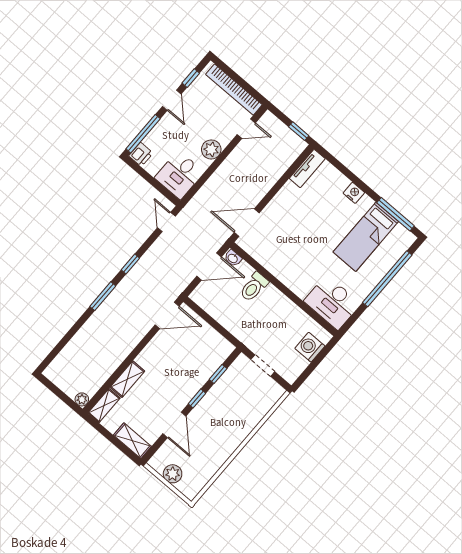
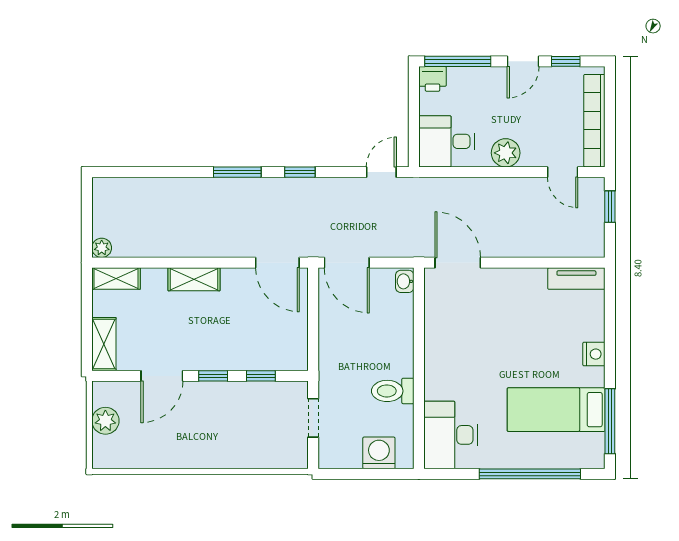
window: (299, 131) -> (610, 207), moved
door: (209, 266) -> (347, 263), moved
toilet: (254, 287) -> (393, 391), moved
shelving: (127, 379) -> (194, 279), moved

